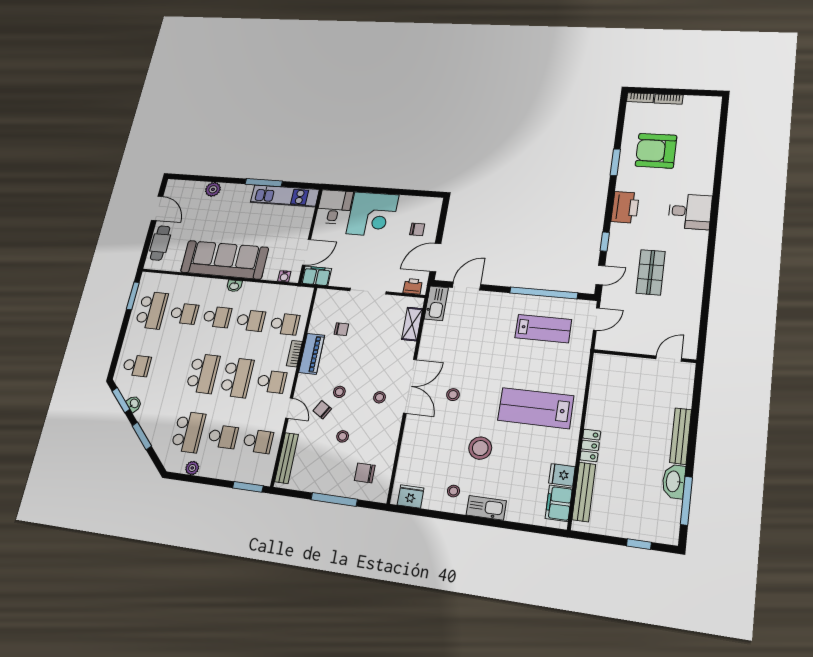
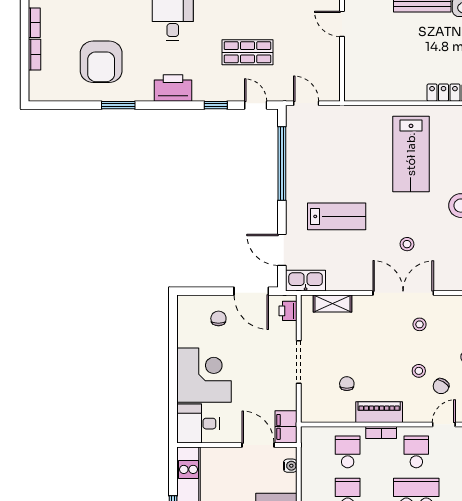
bookcase: (640, 98) -> (34, 23), moved
lab bench: (543, 329) -> (337, 216), moved, turned 90

